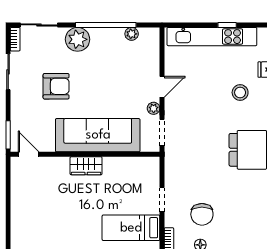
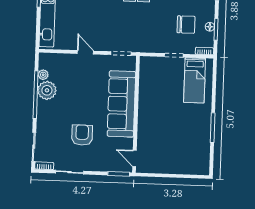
plant: (78, 39) -> (47, 90), moved
plant: (154, 108) -> (102, 59), removed
door: (29, 154) -> (134, 158), hinge flipped
wardrobe: (86, 166) -> (145, 114), removed

